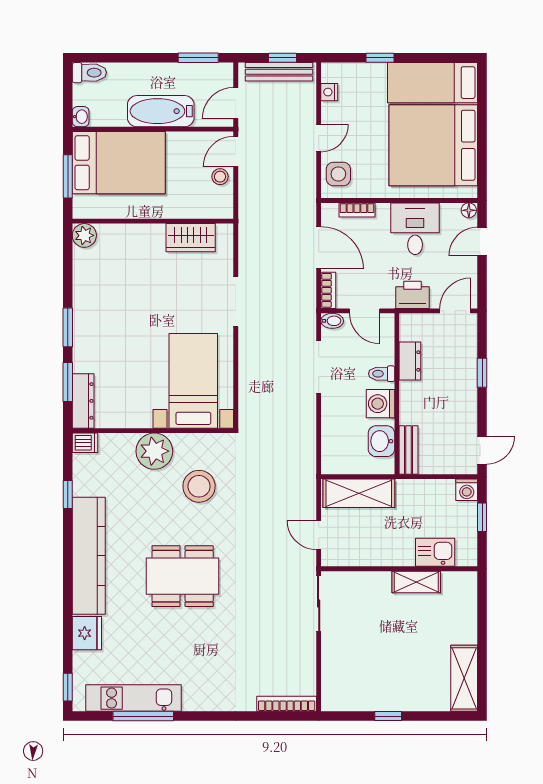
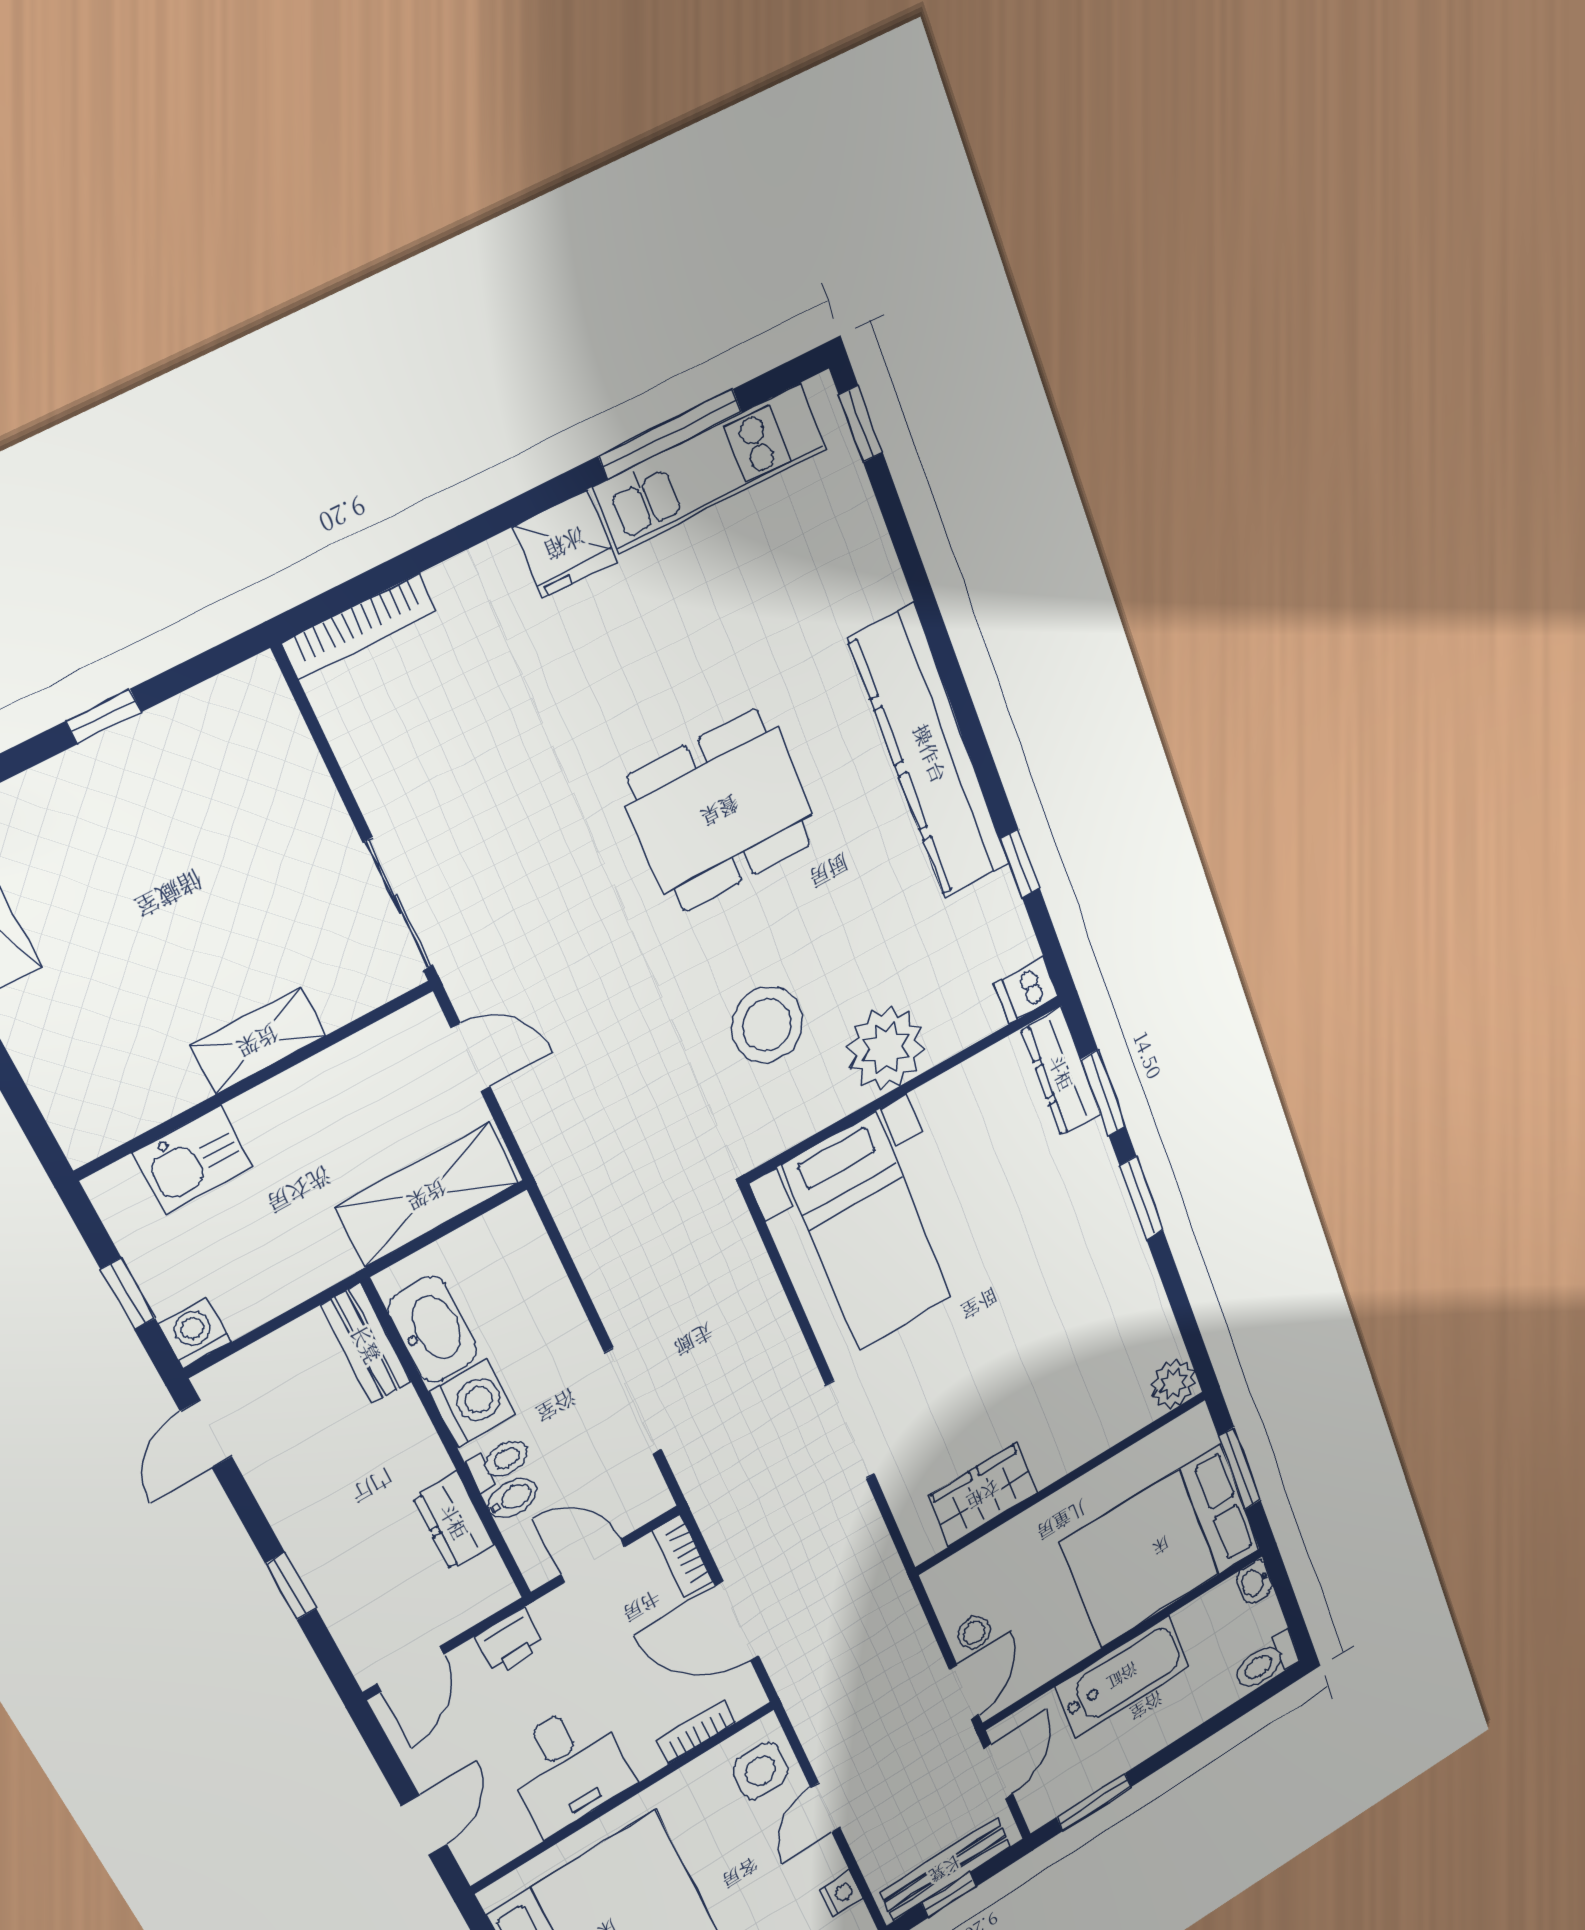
floor lamp: (469, 210) -> (480, 1863), removed
printer: (412, 295) -> (510, 1642), width x0.73, depth x0.81
bidet: (332, 321) -> (513, 1498), moved, turned 180
washbasin: (381, 441) -> (433, 1329), width x1.38
shelving: (416, 582) -> (258, 1041), moved
fridge: (87, 633) -> (565, 544), moved, turned -90

